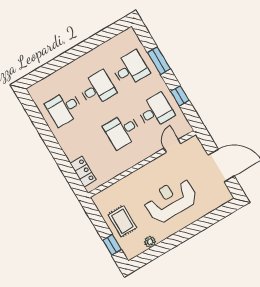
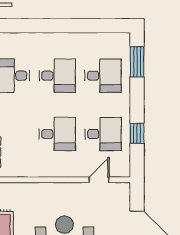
window: (159, 61) -> (137, 62), moved
desk: (122, 131) -> (57, 134), turned 180

